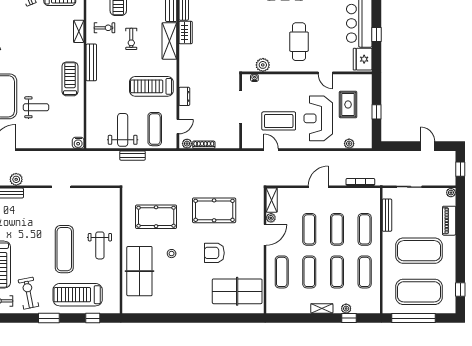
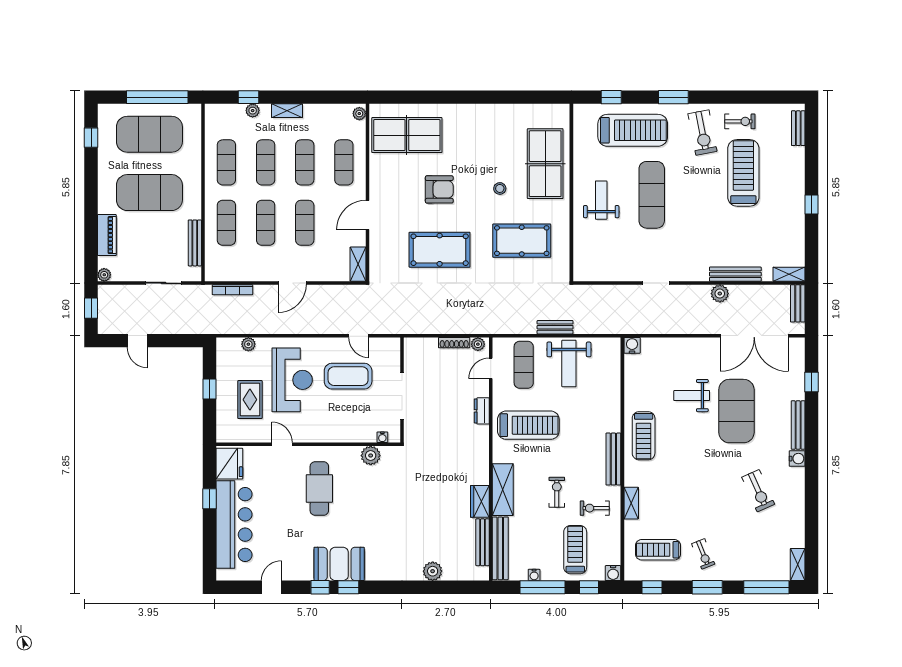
plant: (271, 218) -> (359, 114), moved

